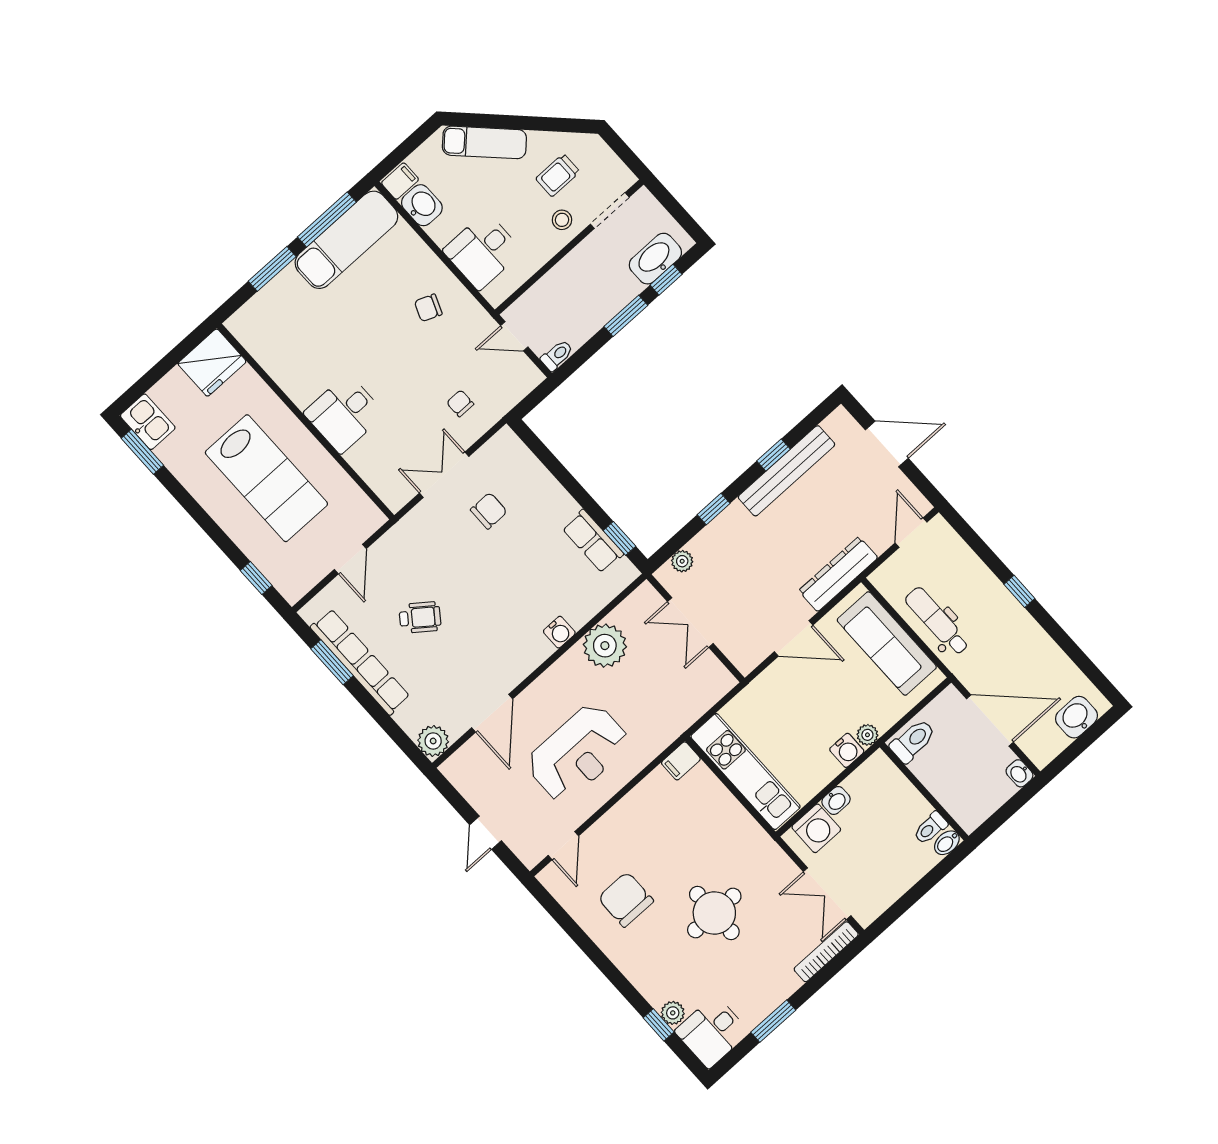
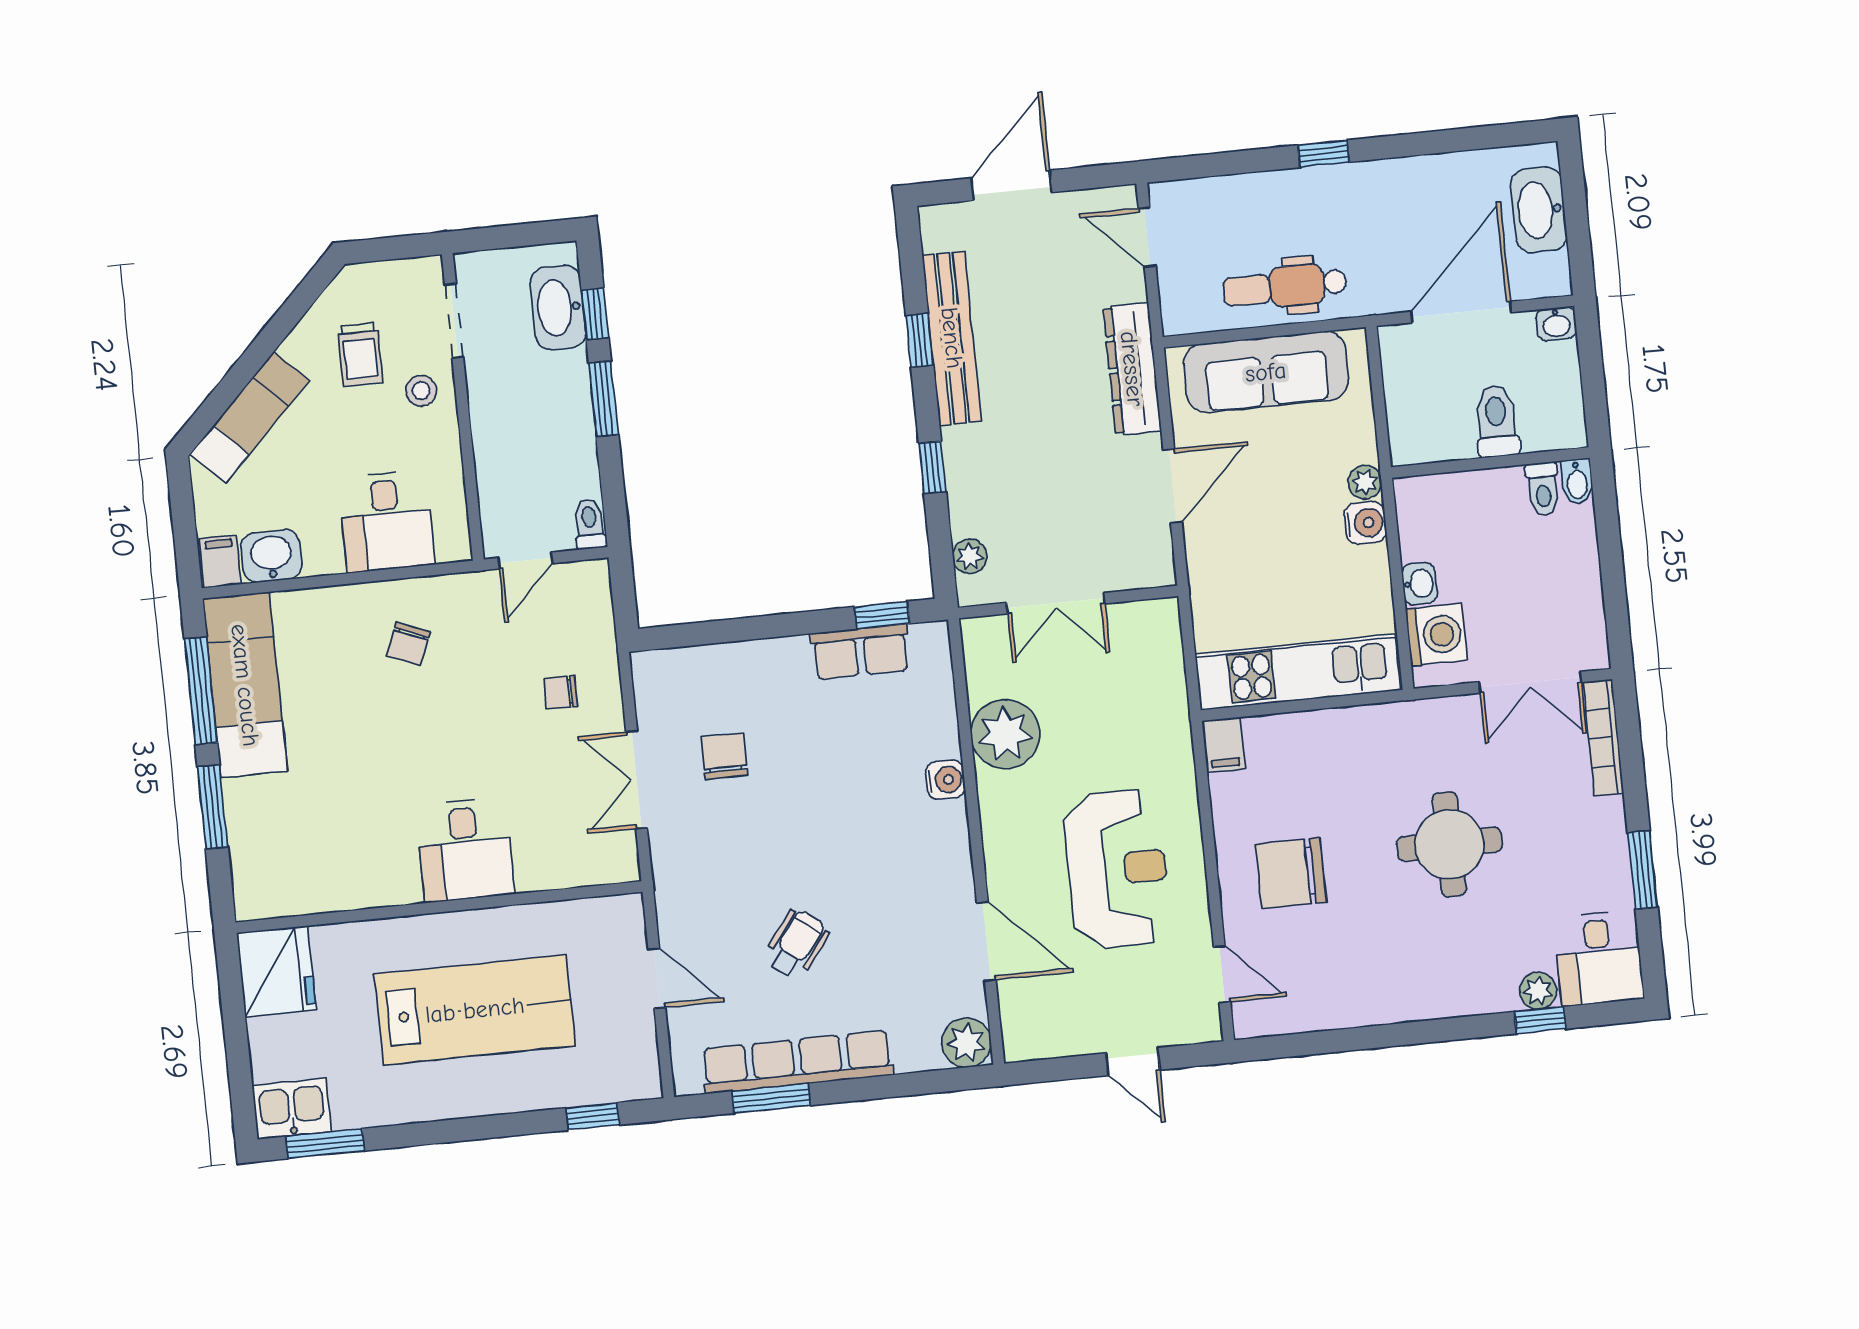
washbasin: (1077, 717) -> (1539, 210), width x1.38
toilet: (913, 741) -> (1497, 421), moved
chair: (626, 899) -> (1291, 873), moved

